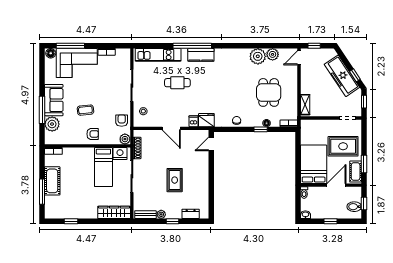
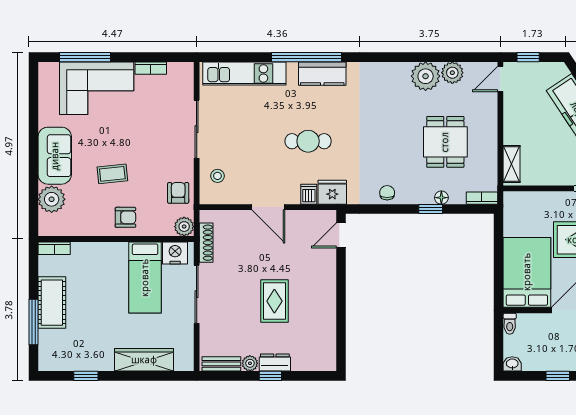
floor lamp: (51, 53) -> (49, 71), removed
cafe table: (177, 83) -> (308, 141), moved
window: (42, 110) -> (33, 173), removed
wardrobe: (114, 212) -> (144, 360), moved
dresser: (191, 214) -> (275, 362), moved

